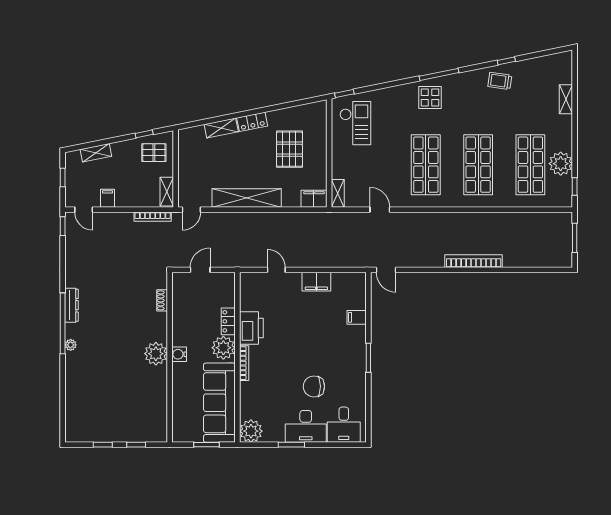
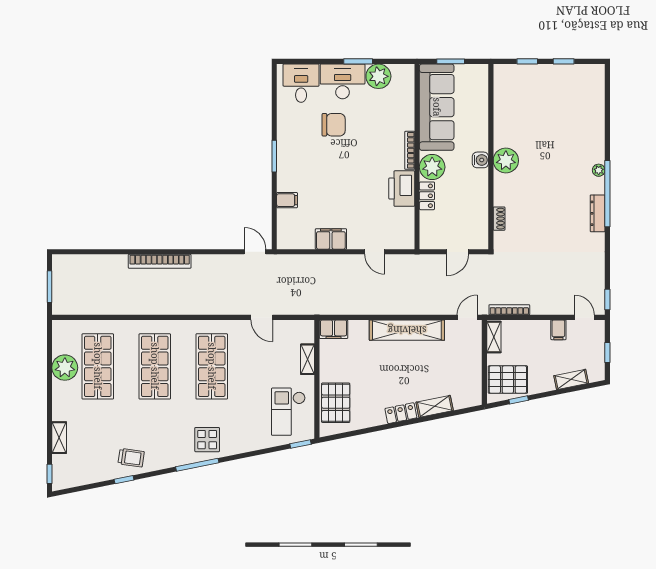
pallet: (289, 149) -> (336, 403), moved
pallet: (154, 153) -> (508, 380), width x1.50, depth x1.42
window: (575, 186) -> (50, 474), moved
shelving: (338, 193) -> (308, 359), moved
plant: (251, 431) -> (378, 76), moved

